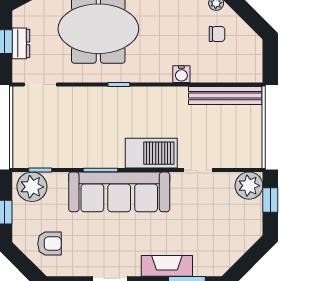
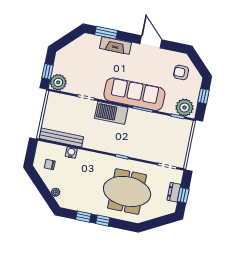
chair: (217, 34) -> (50, 164), moved
water cooler: (181, 74) -> (71, 153), moved

